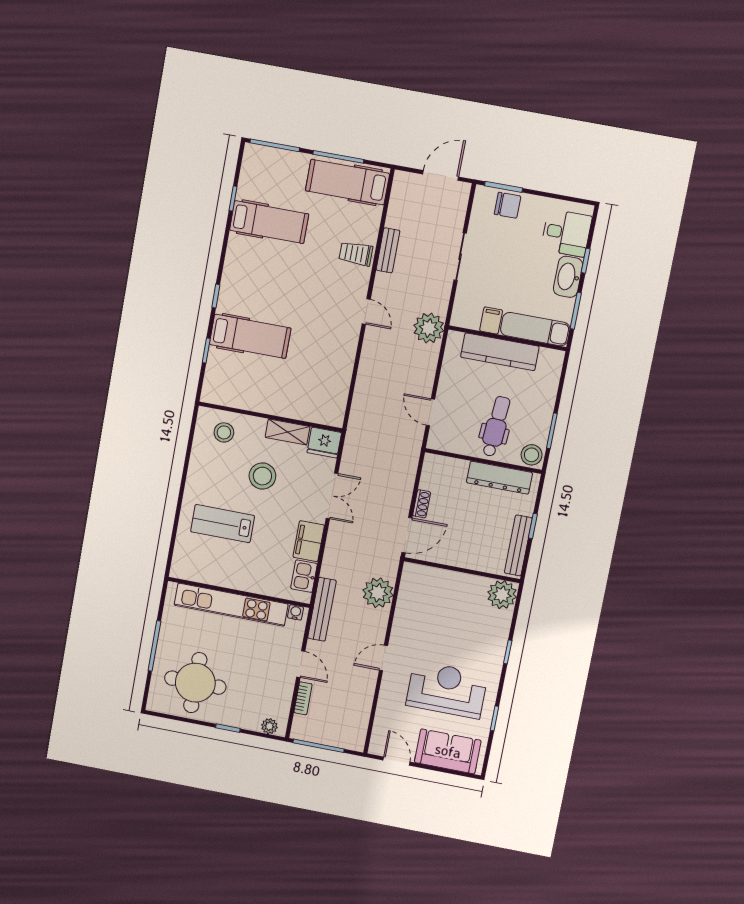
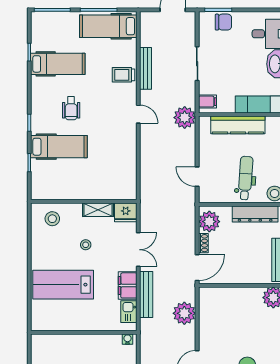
bench: (388, 250) -> (146, 68), width x1.36
wheelchair: (276, 287) -> (71, 108), added
filing cabinet: (491, 320) -> (208, 102), moved, turned 90
stool: (262, 476) -> (86, 245), width x0.53, depth x0.53
plant: (435, 476) -> (209, 222), added
lab bench: (223, 524) -> (63, 285), width x1.36, depth x1.39
kitchen unit: (231, 605) -> (80, 342), removed
bench: (322, 609) -> (146, 294), moved

